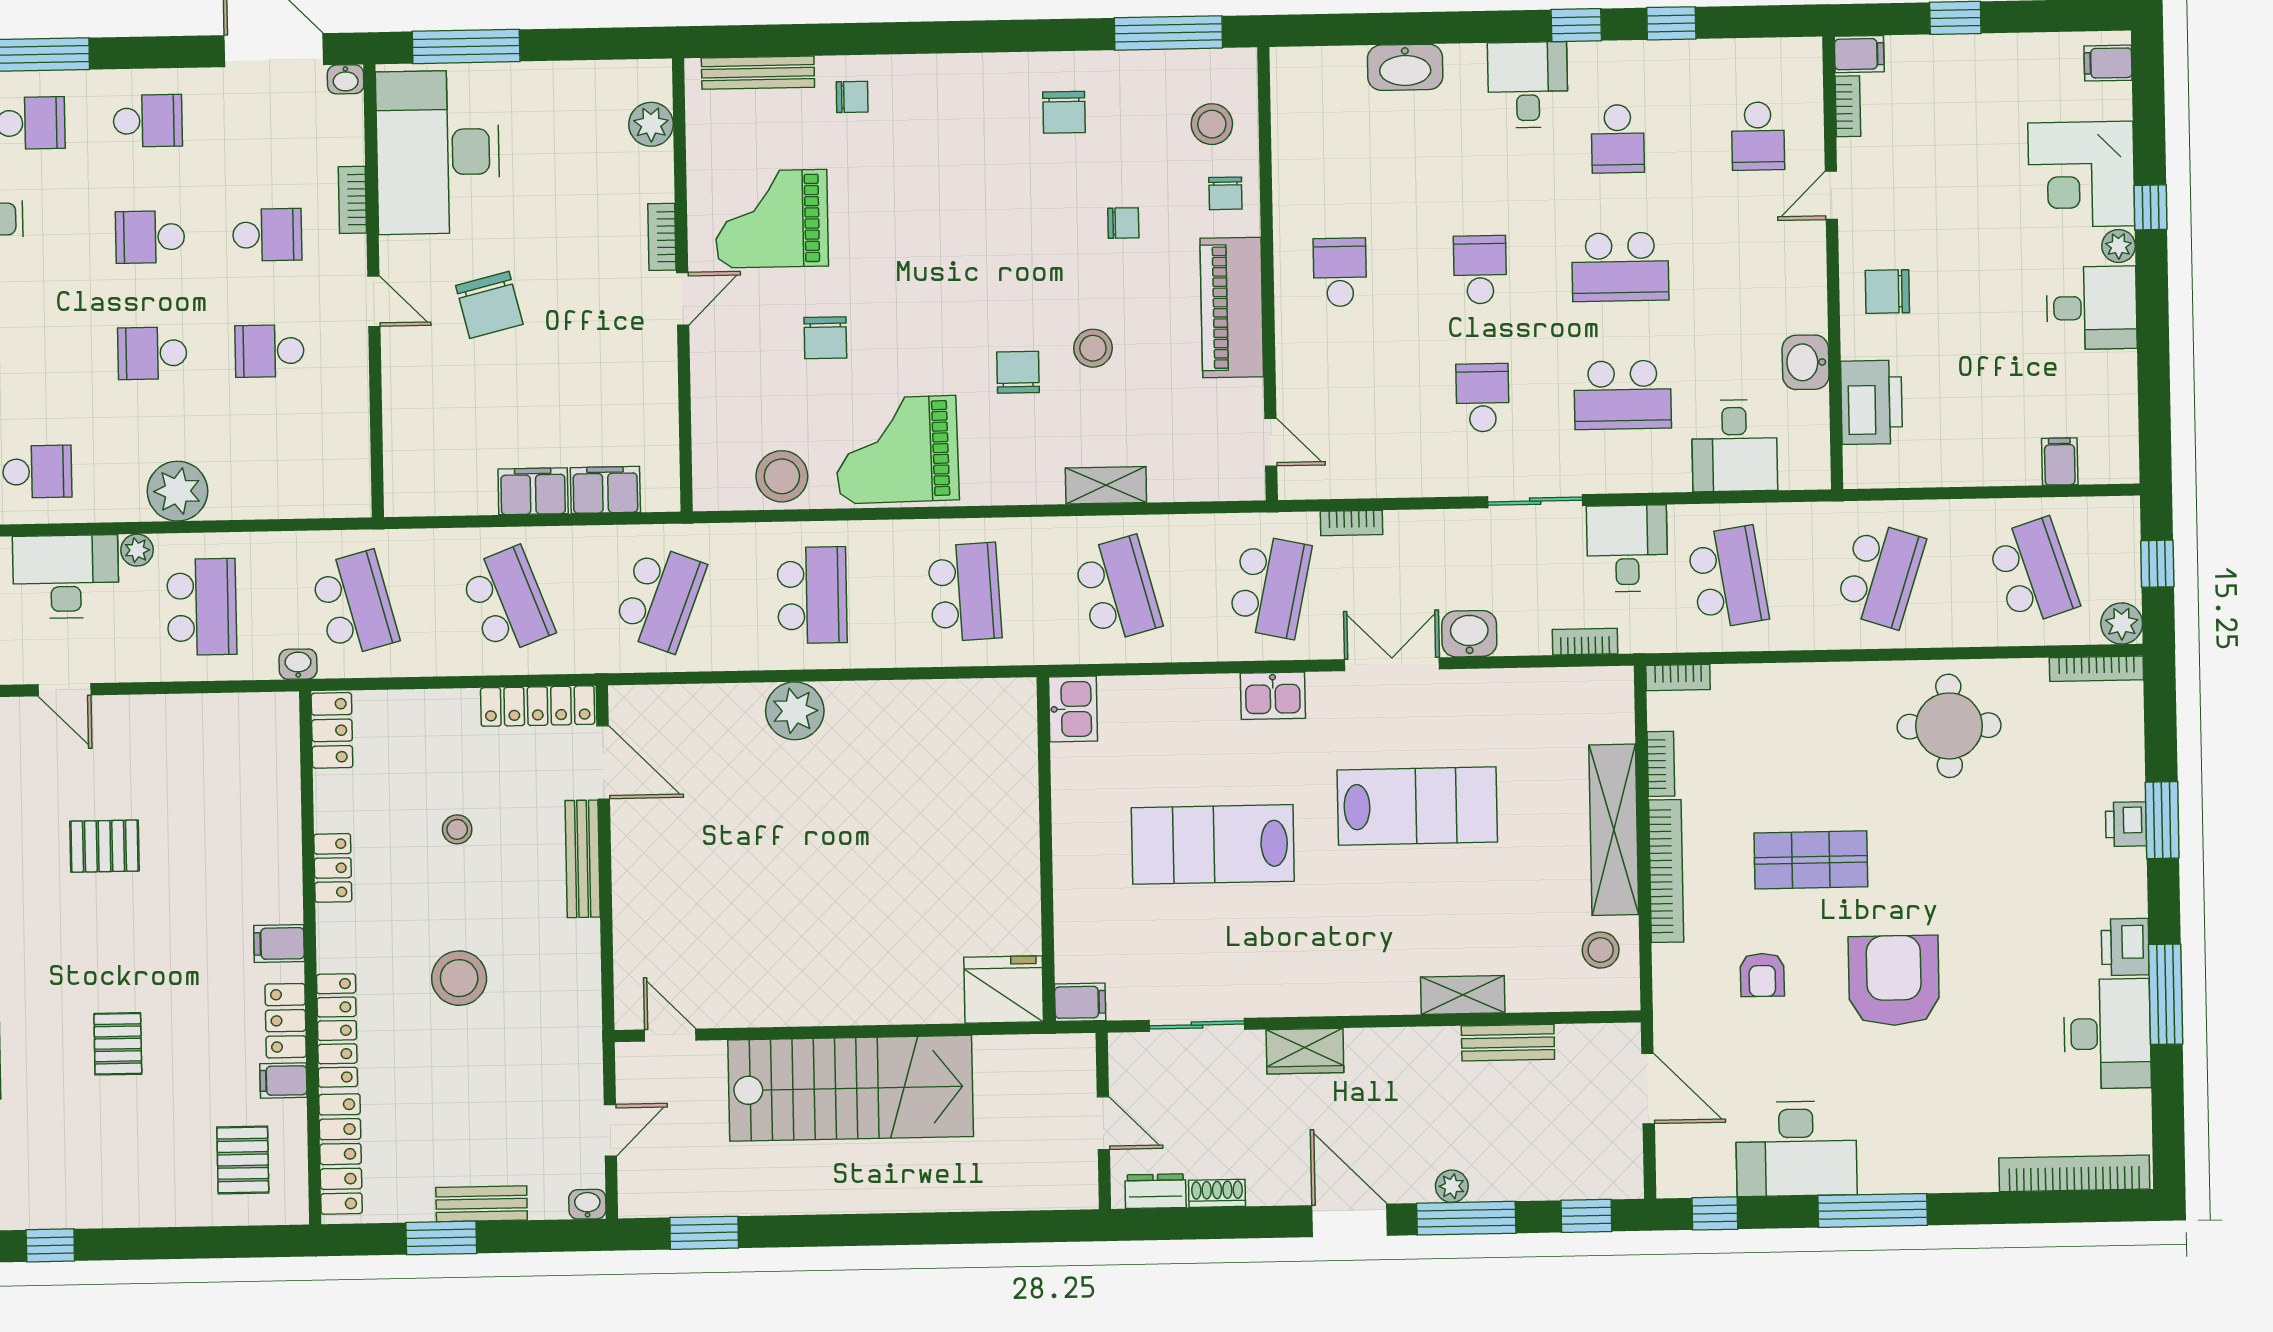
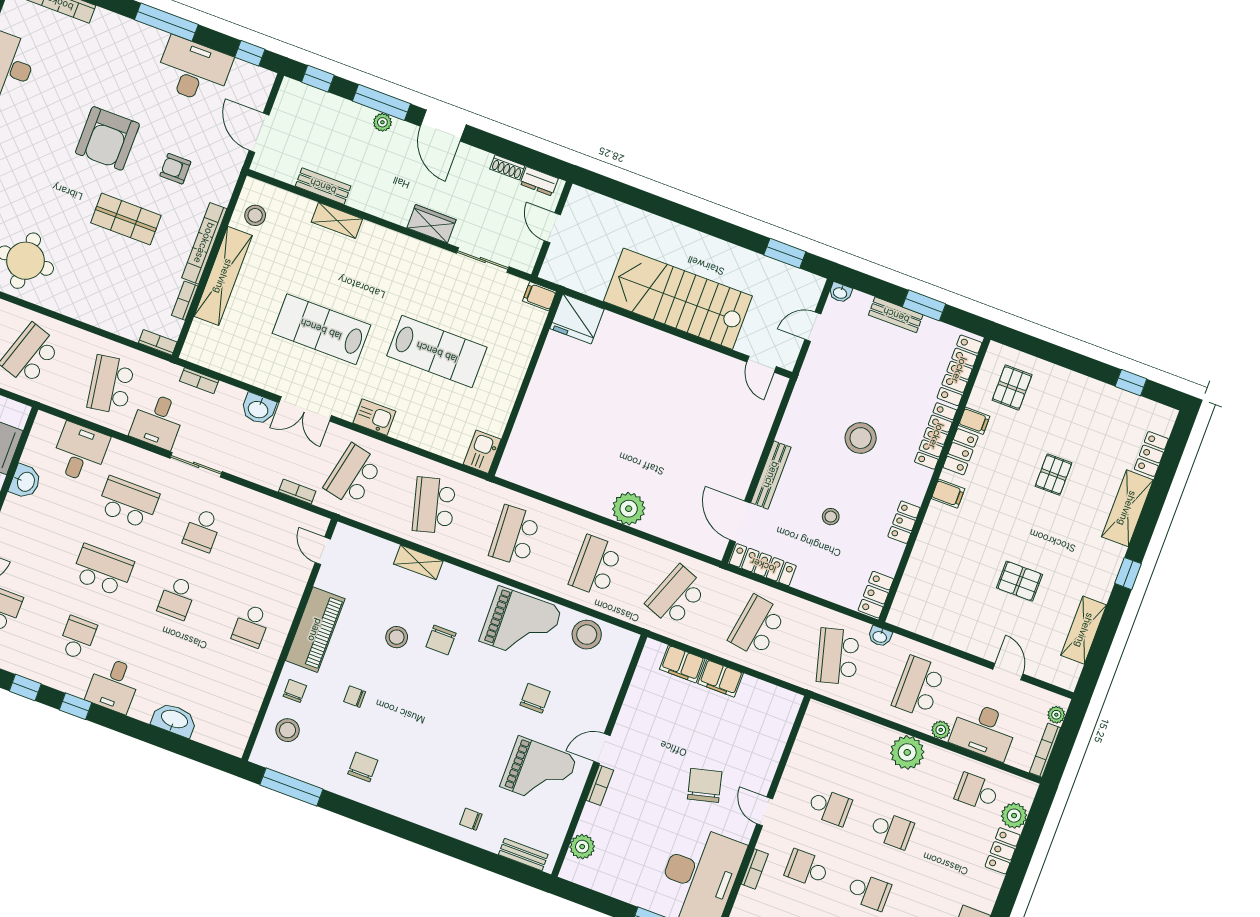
bench: (758, 73) -> (523, 855), width x0.73
school desk: (507, 601) -> (757, 626), turned 30
armchair: (1762, 975) -> (175, 169), turned -90

